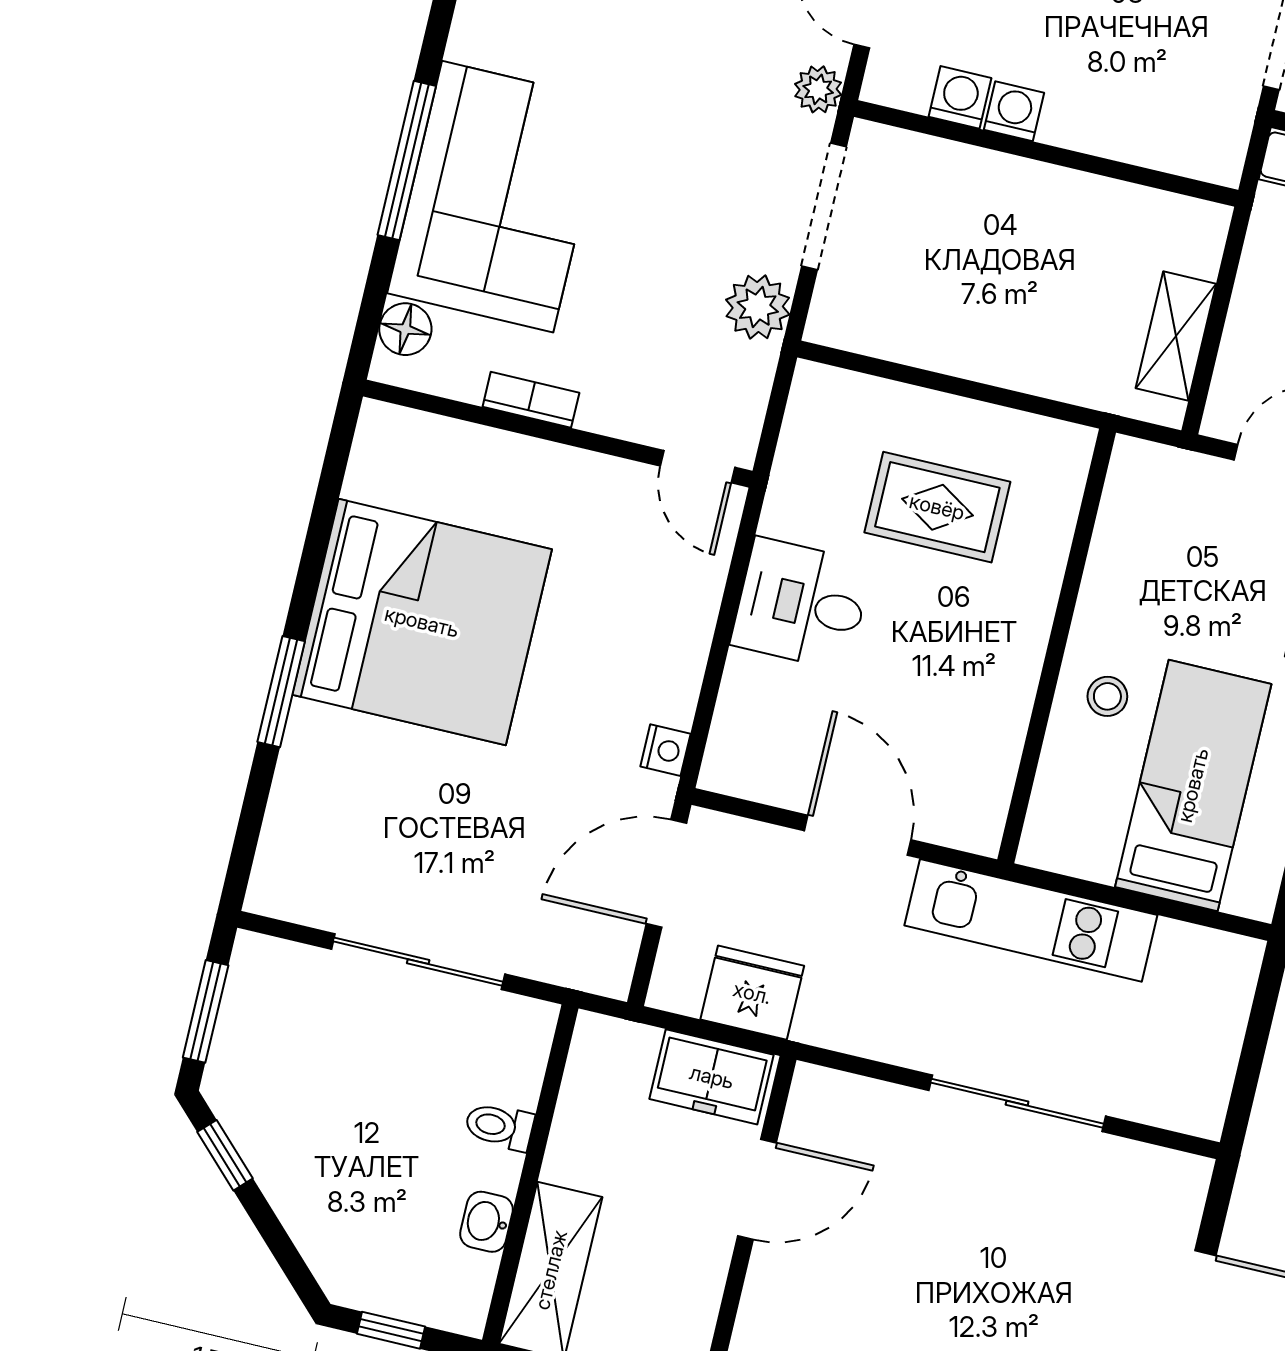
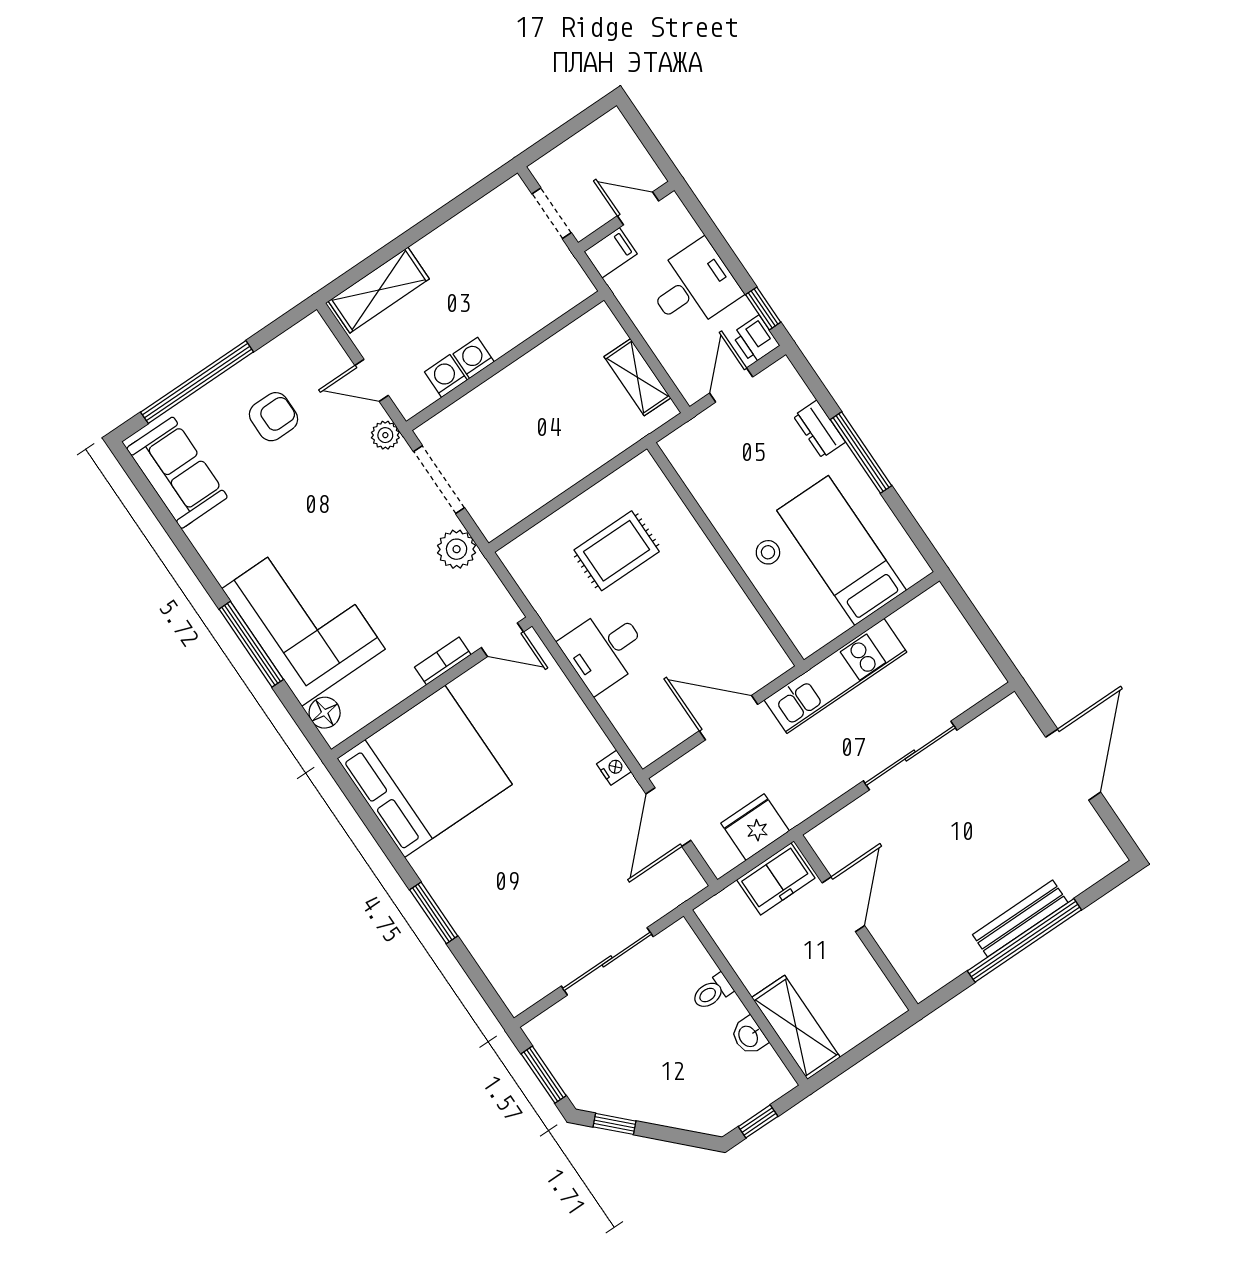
bookcase: (531, 400) -> (443, 661), moved
bed: (422, 622) -> (425, 771), moved

